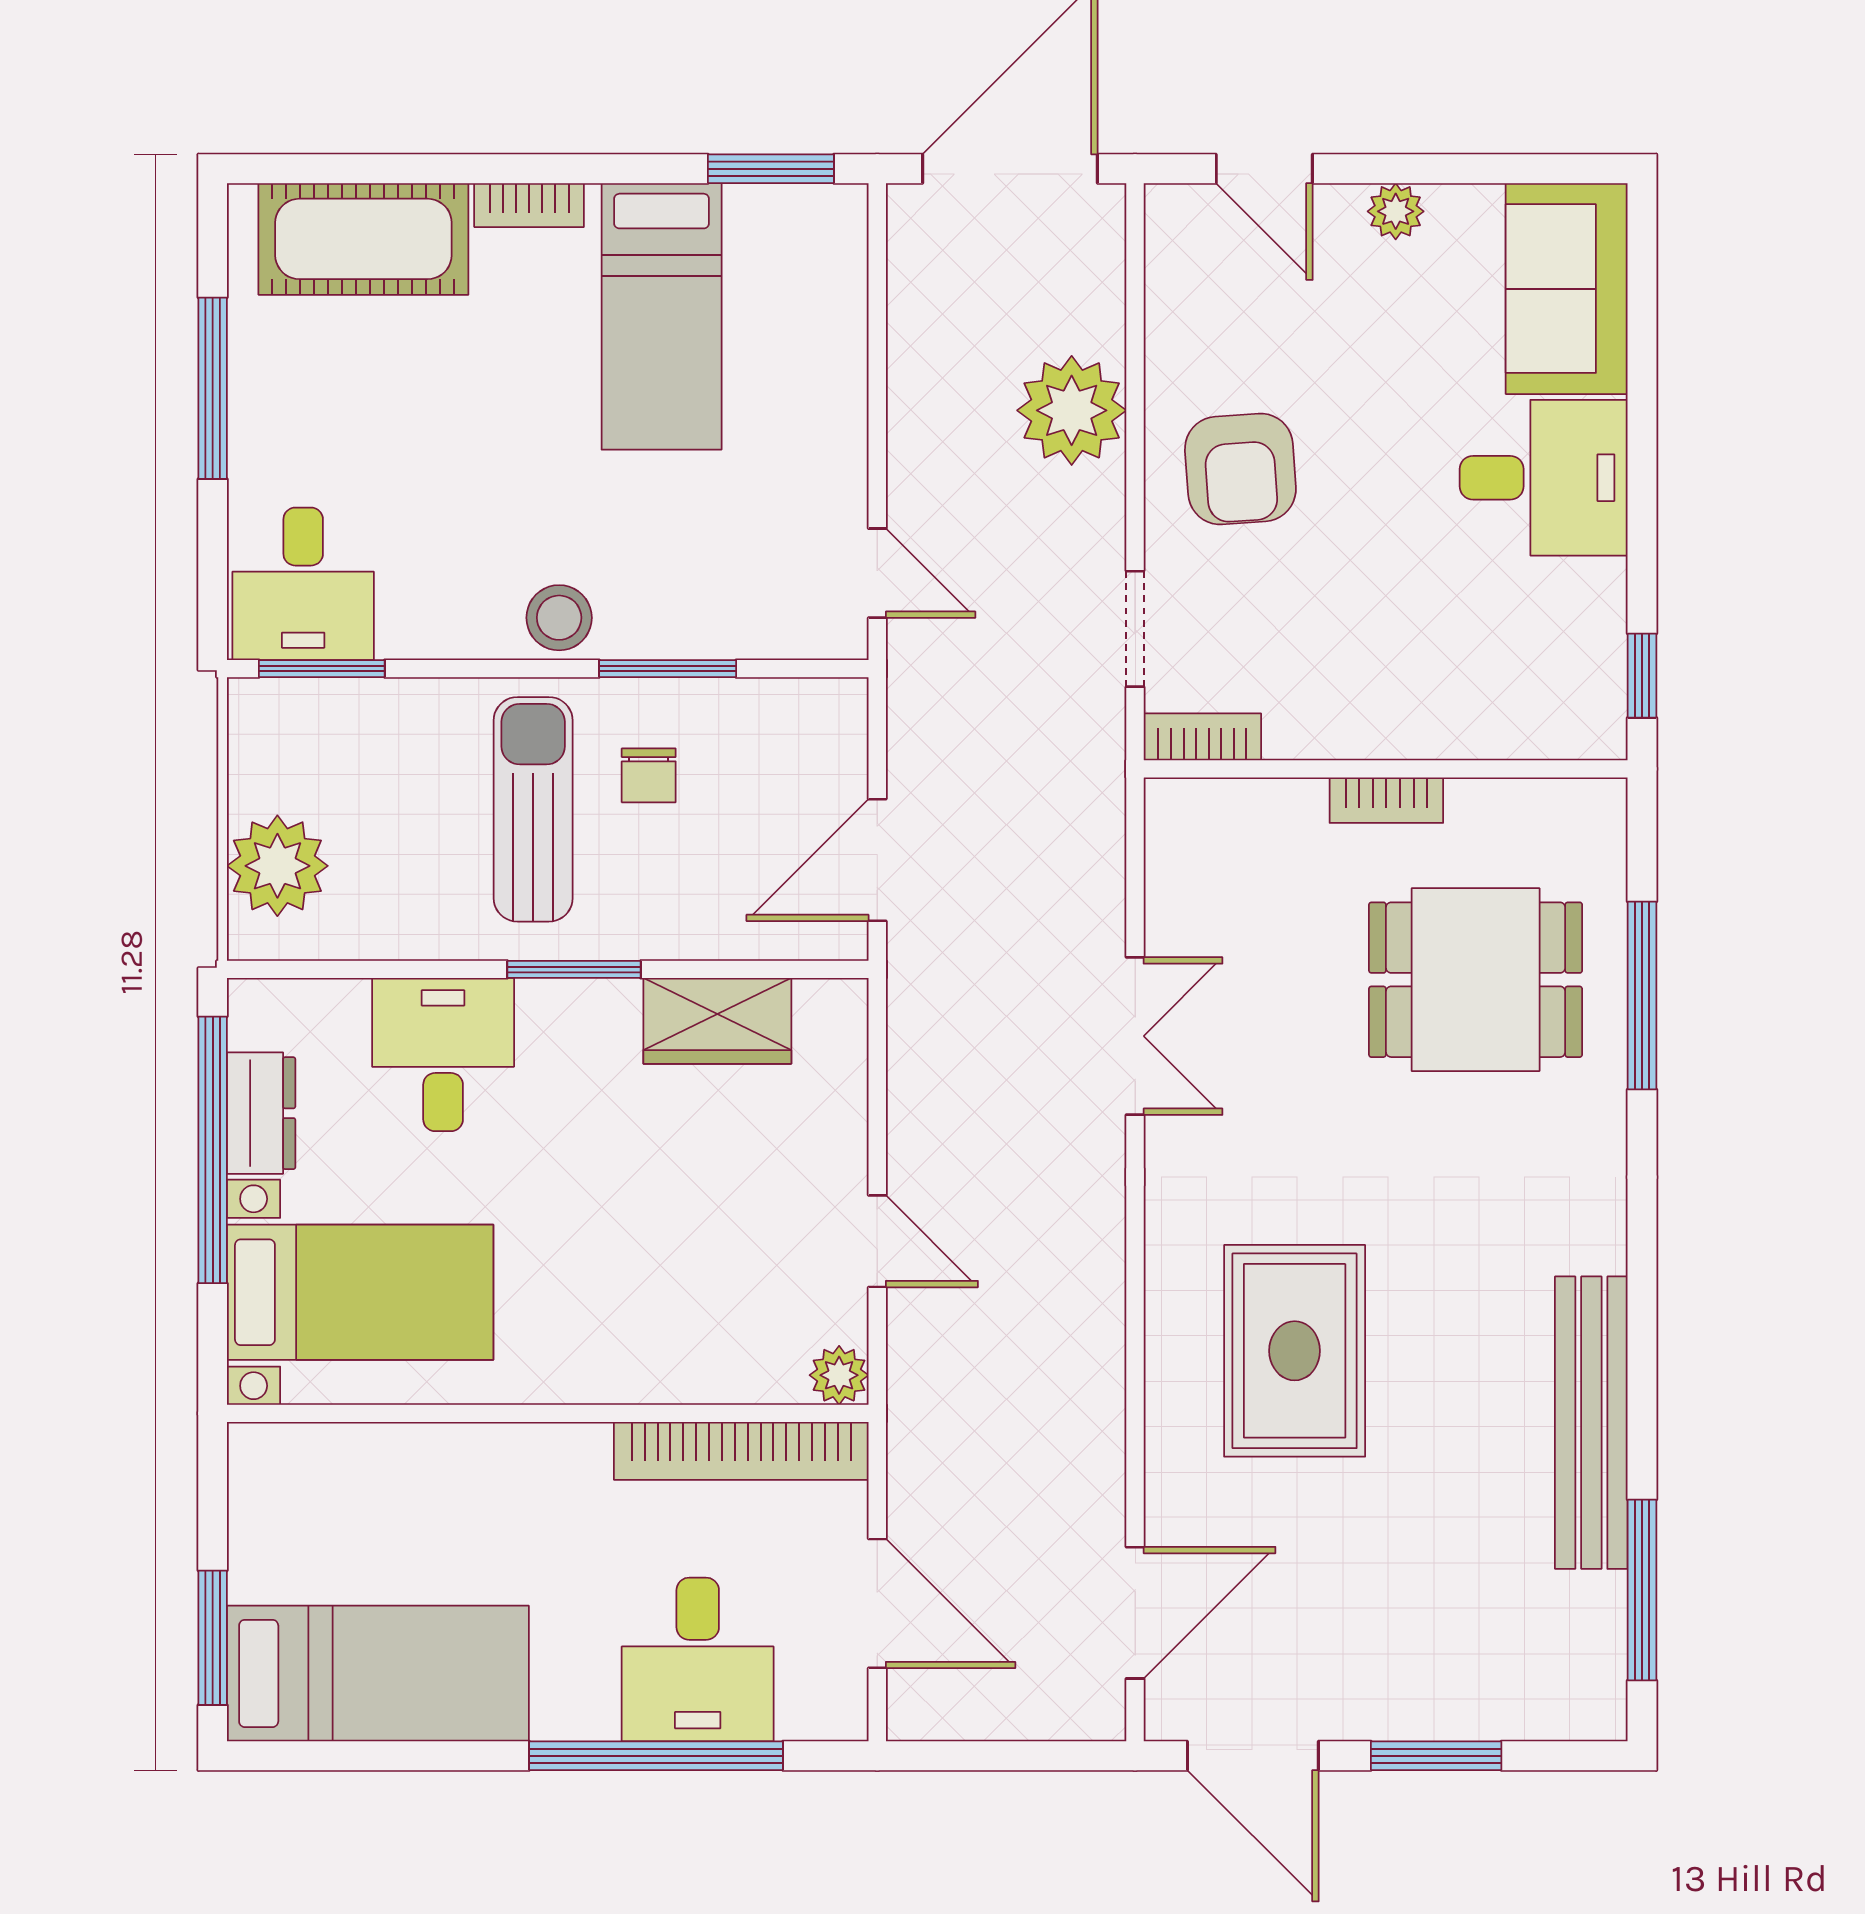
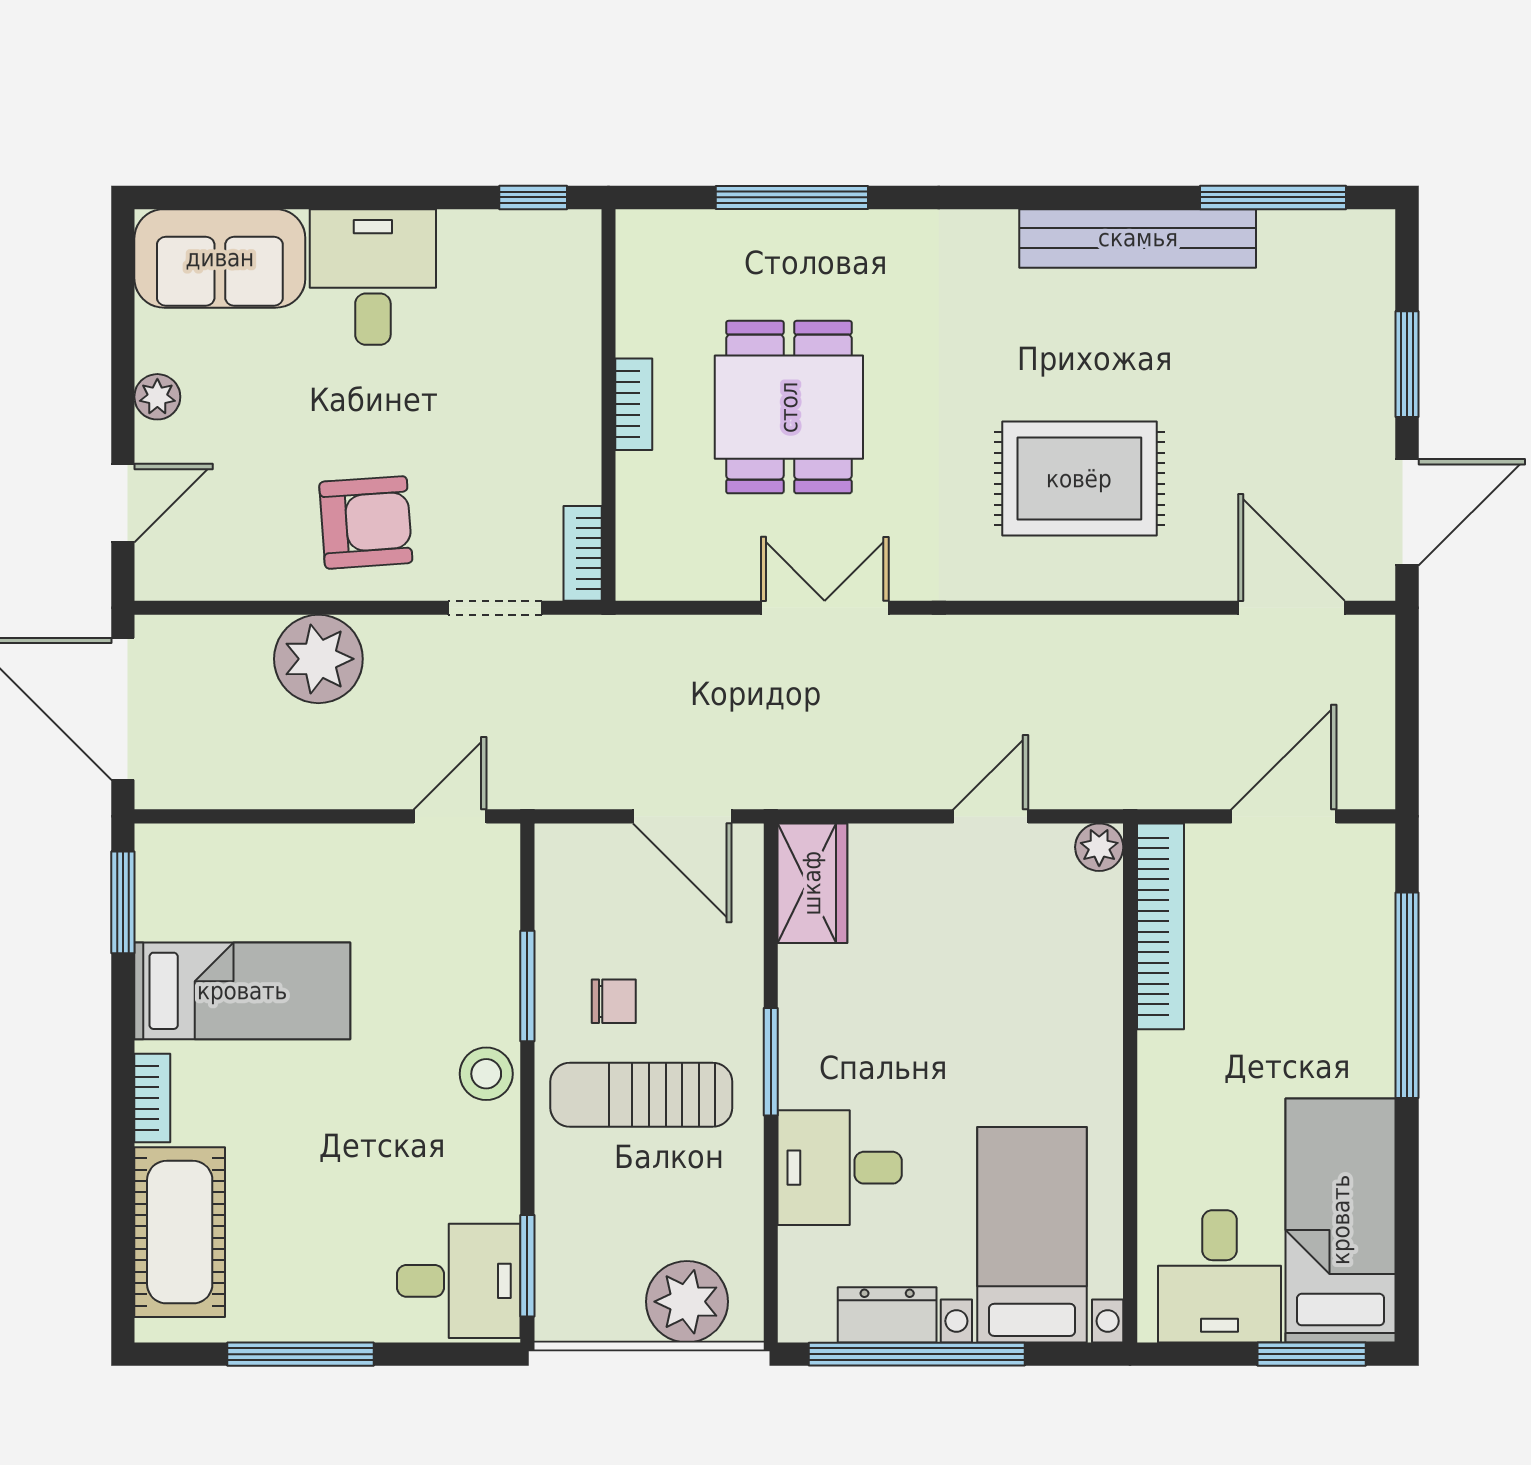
dining table: (1476, 980) -> (789, 407), moved
wardrobe: (717, 1021) -> (812, 883), moved
desk: (698, 1659) -> (1219, 1276), moved, turned 90

